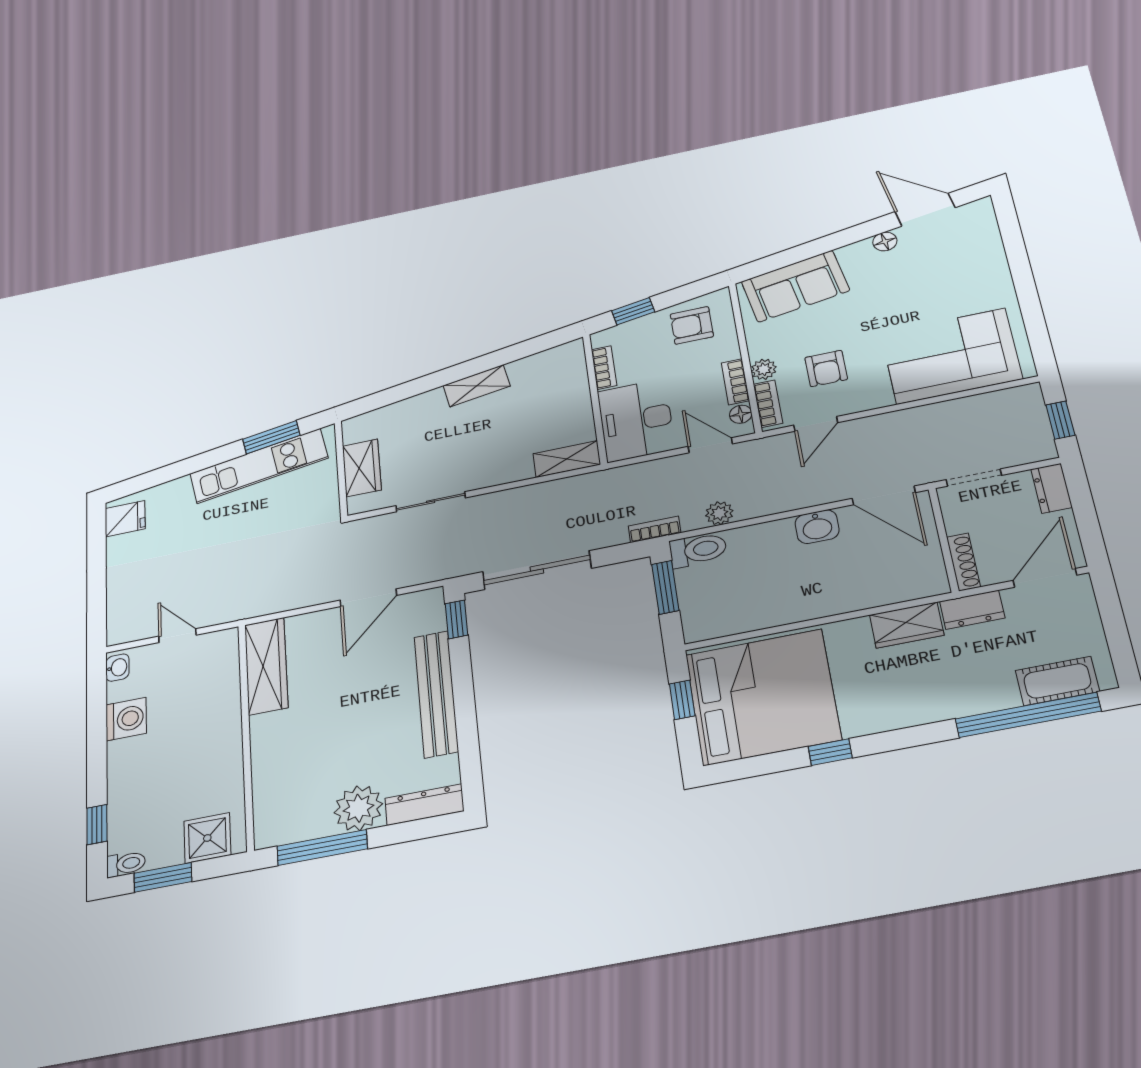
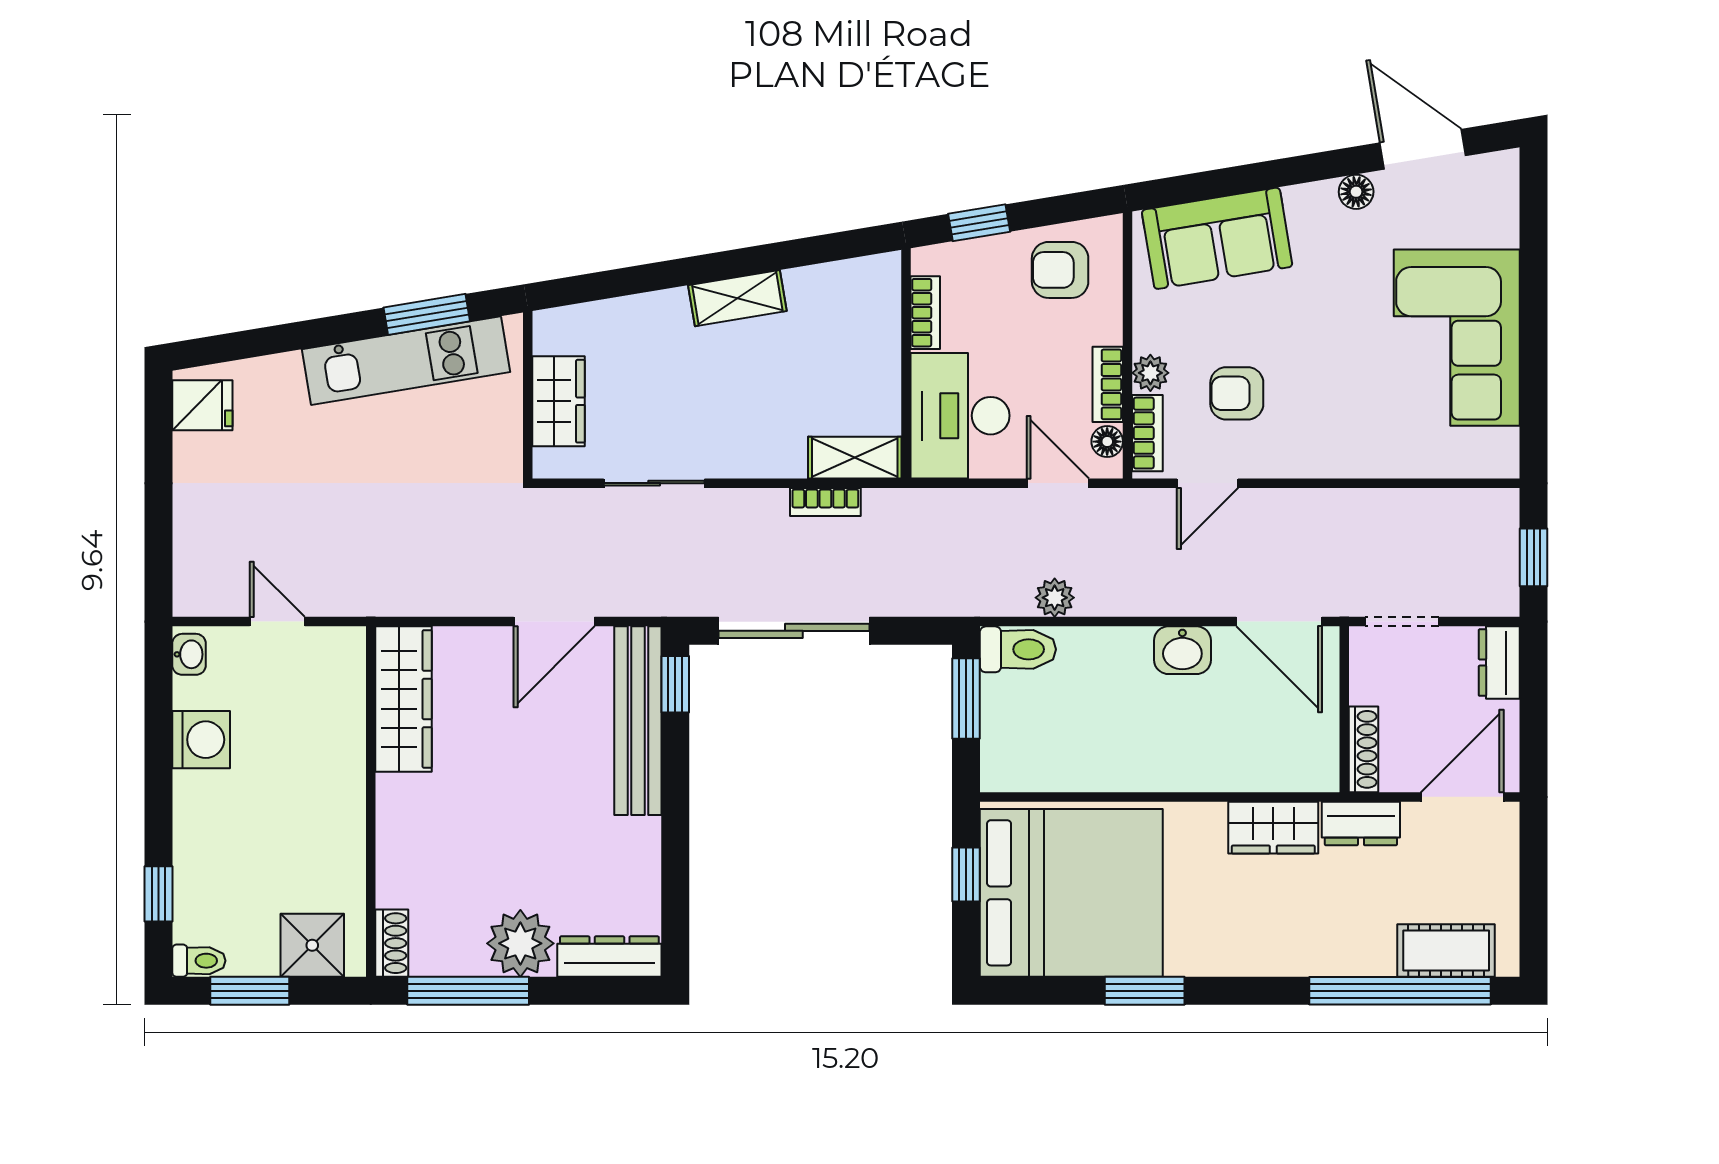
corner sofa: (951, 356) -> (1457, 338), moved, turned -90
armchair: (826, 368) -> (1237, 393), turned 90
bookcase: (655, 529) -> (825, 502), moved, turned 180
bench: (436, 694) -> (638, 721), moved
window: (830, 752) -> (1145, 991), width x1.50
shoe rack: (265, 826) -> (392, 943), added

